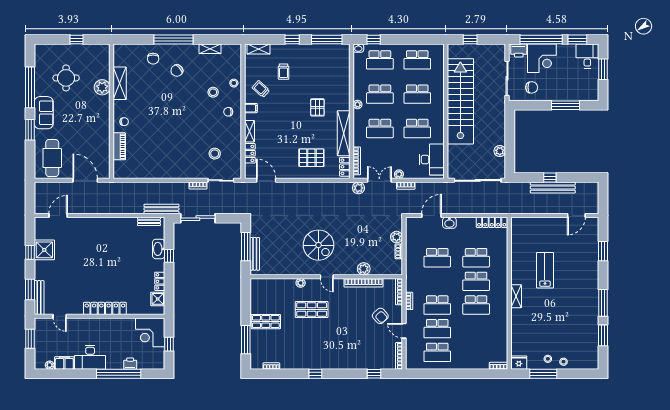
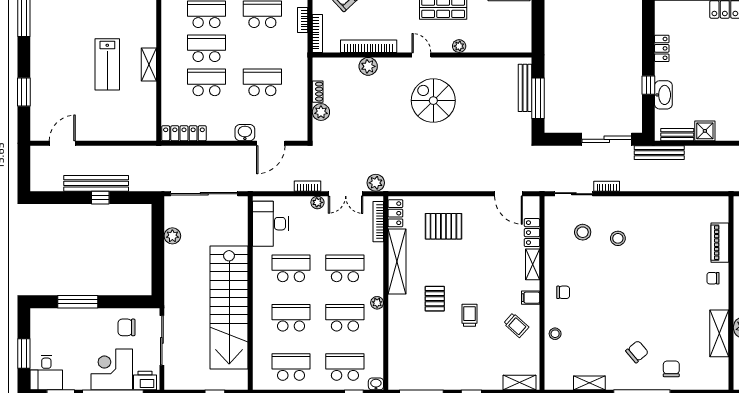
trolley: (284, 72) -> (470, 315), moved
stool: (213, 92) -> (618, 238), moved
shelving: (516, 296) -> (149, 65), moved
shower: (158, 299) -> (705, 131), moved

